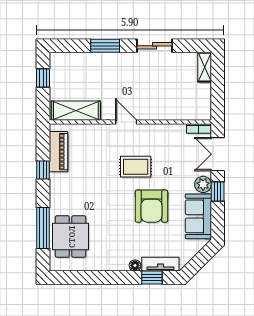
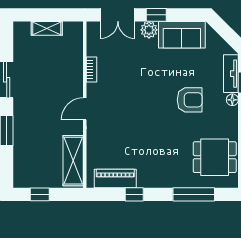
shelving: (205, 67) -> (47, 28), moved
bookcase: (199, 129) -> (92, 69), moved
rug: (136, 167) -> (131, 99), removed
armchair: (151, 206) -> (190, 100), moved, width x0.73, depth x0.73
dining table: (71, 237) -> (215, 157), moved

